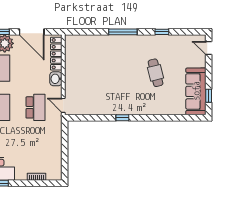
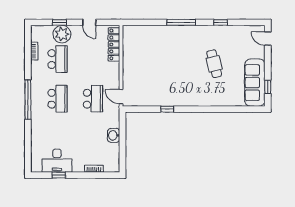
door: (32, 32) -> (89, 22), width x0.53
washbasin: (56, 79) -> (114, 135), moved
window: (122, 118) -> (167, 109), moved

